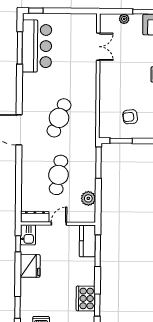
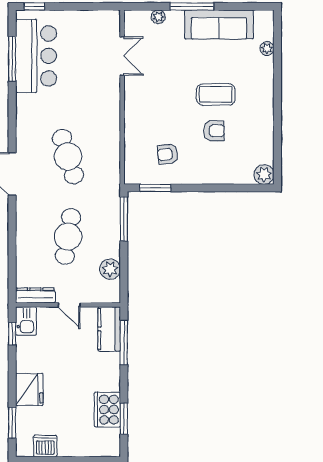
cafe table: (59, 118) -> (68, 157), turned -39
door: (59, 224) -> (69, 305), swing flipped
fridge: (30, 266) -> (29, 390), moved

